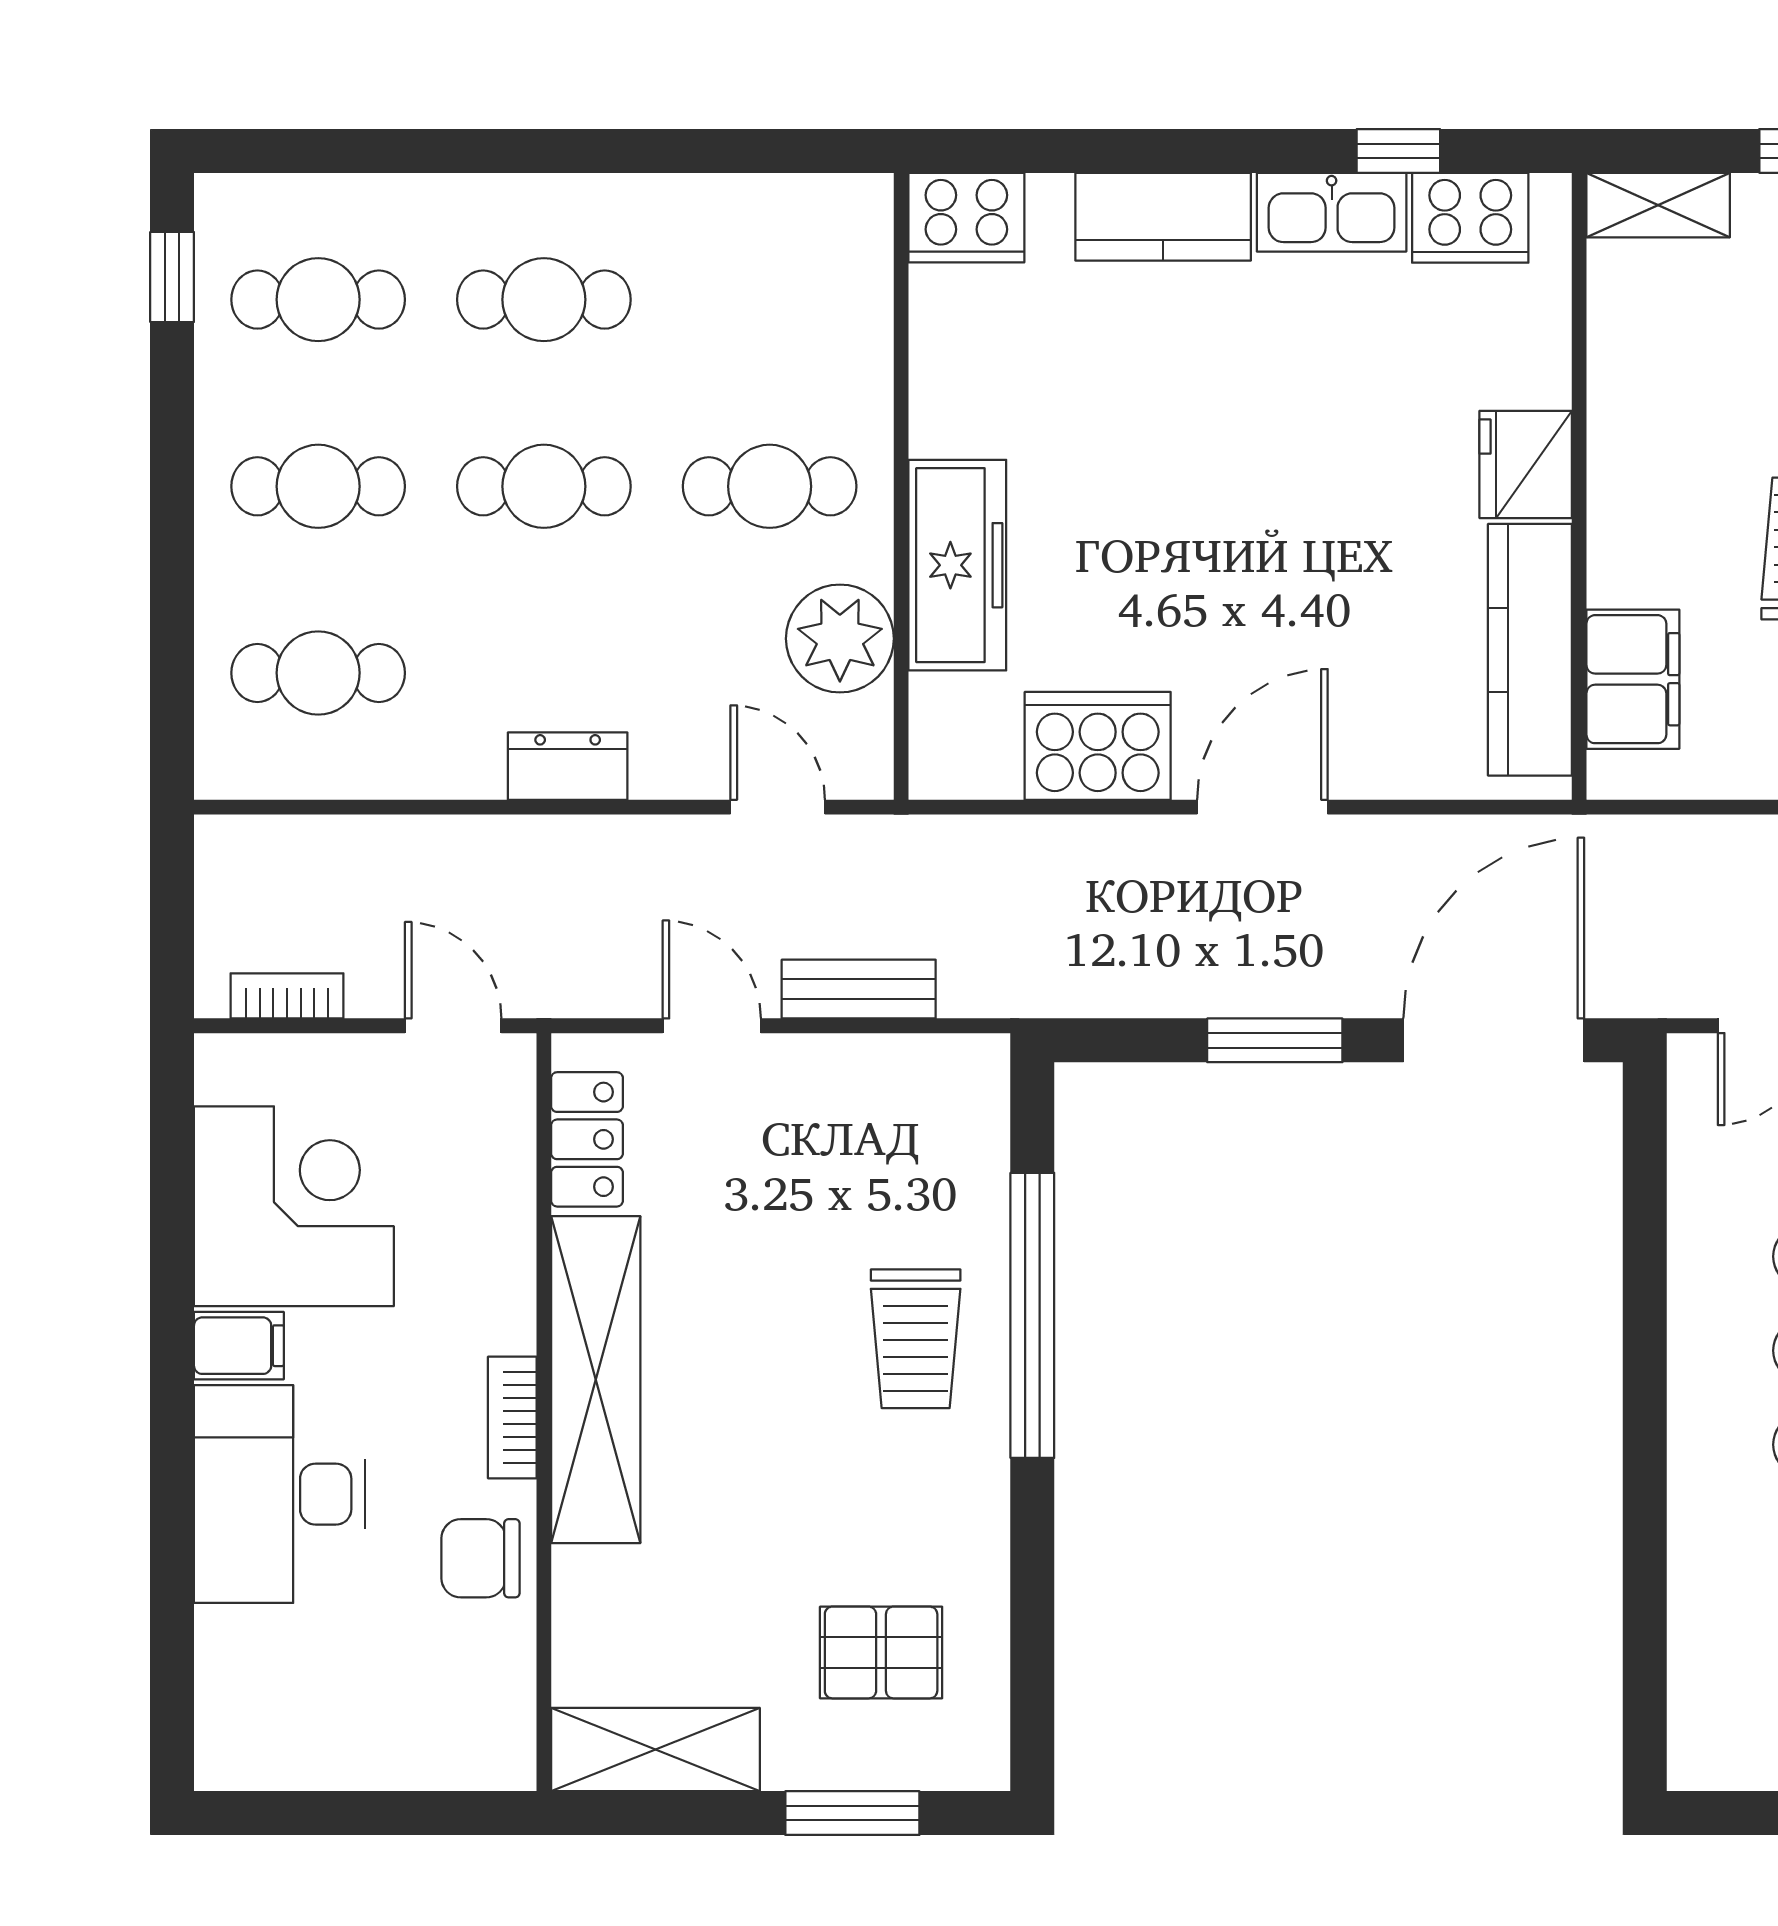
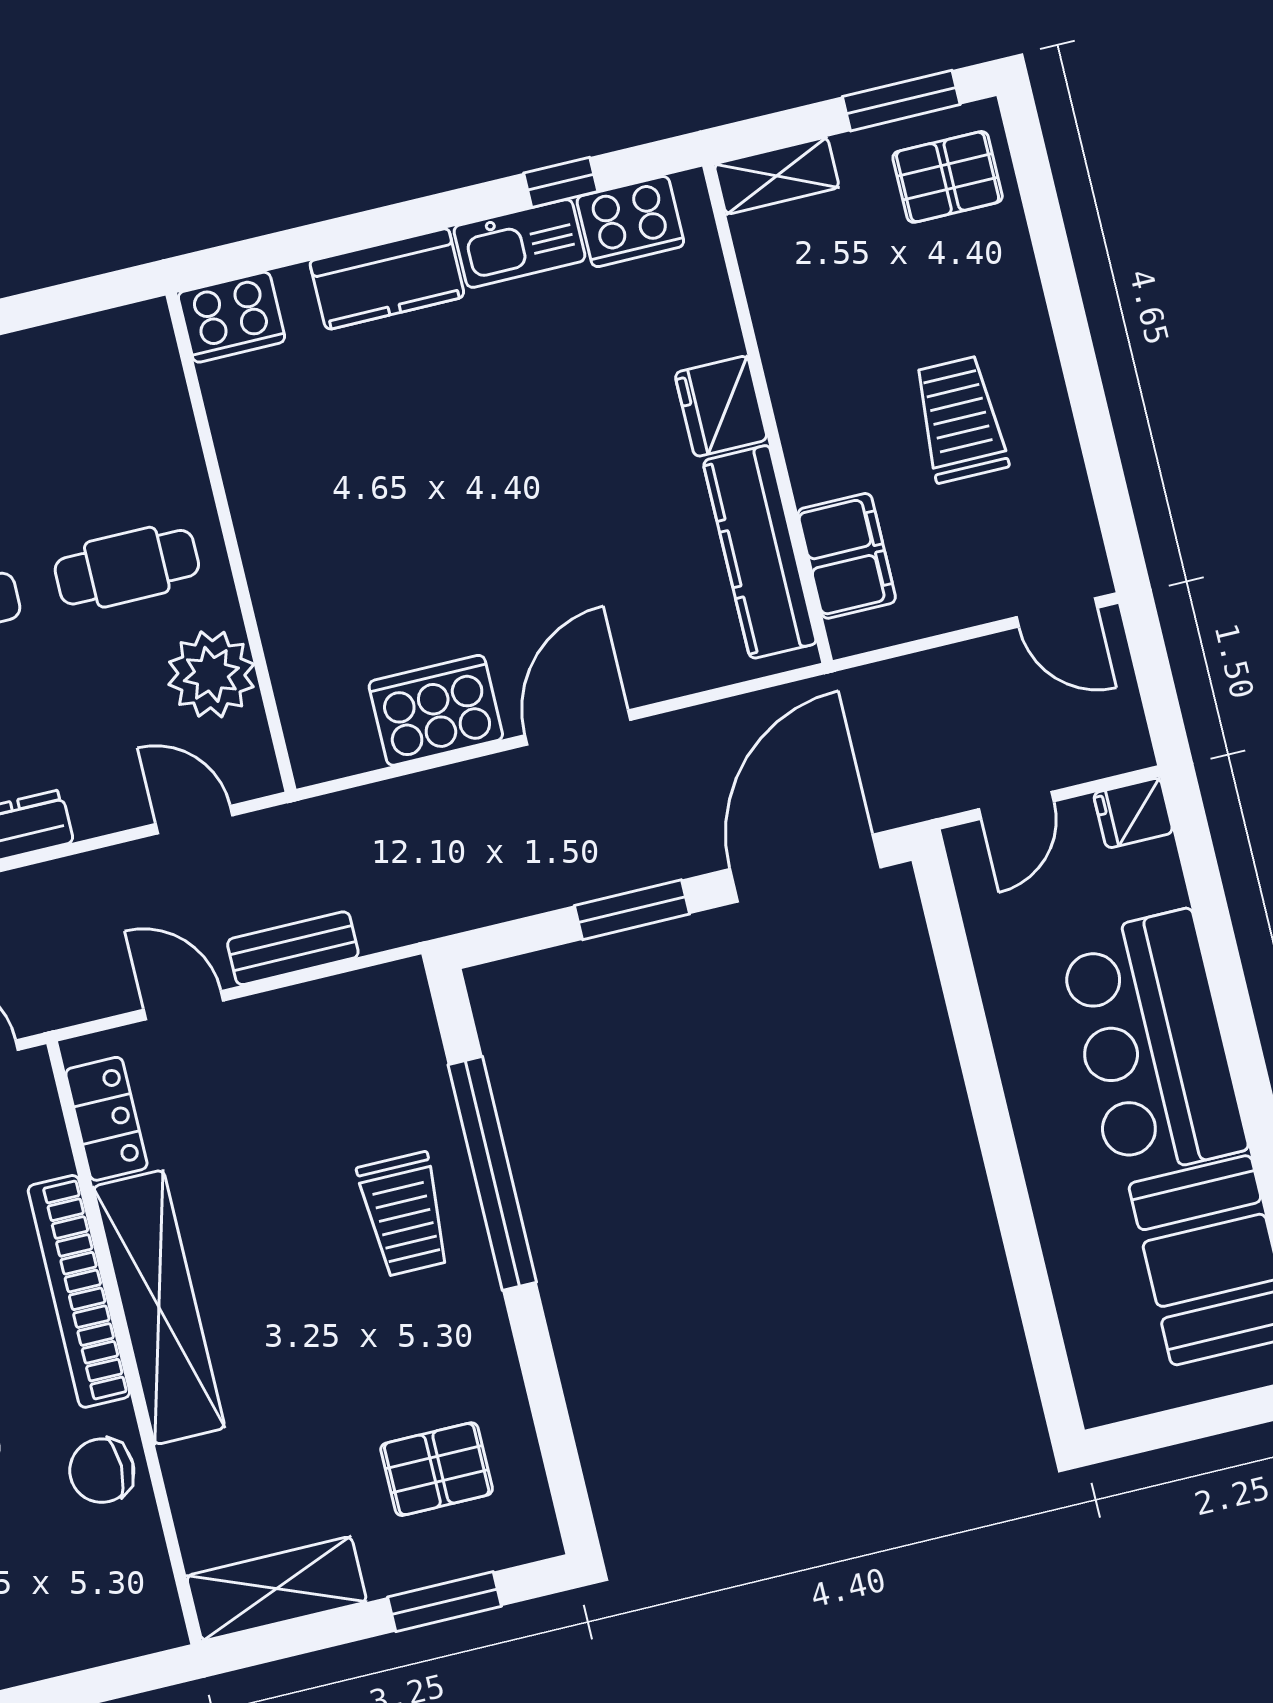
freezer: (957, 565) -> (290, 594), removed
bookcase: (512, 1417) -> (79, 1291), width x2.31, depth x1.31

